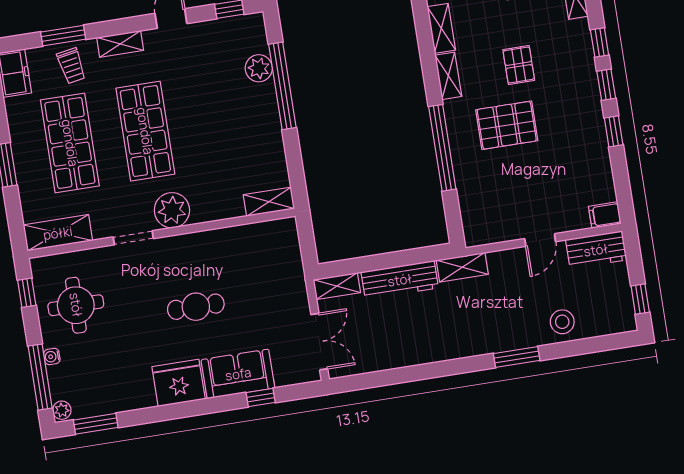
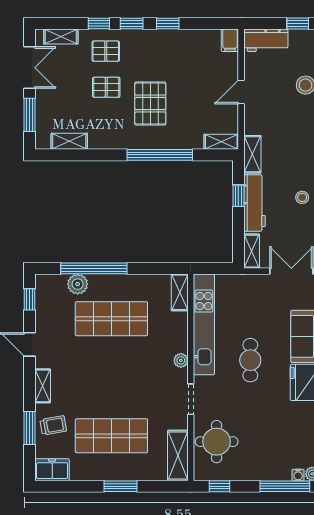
pallet: (565, 57) -> (106, 51), added
shelving: (448, 76) -> (221, 142), moved
shop shelf: (145, 131) -> (111, 319), moved
plant: (172, 210) -> (181, 360), width x0.53, depth x0.53
kitchen unit: (233, 239) -> (204, 324), added
door: (540, 240) -> (241, 92), swing flipped
workbench: (596, 250) -> (266, 40), moved, turned 90
window: (406, 258) -> (238, 196), added
round table: (76, 305) -> (217, 442), moved
stool: (417, 340) -> (302, 197), added
water cooler: (52, 357) -> (298, 475), moved

